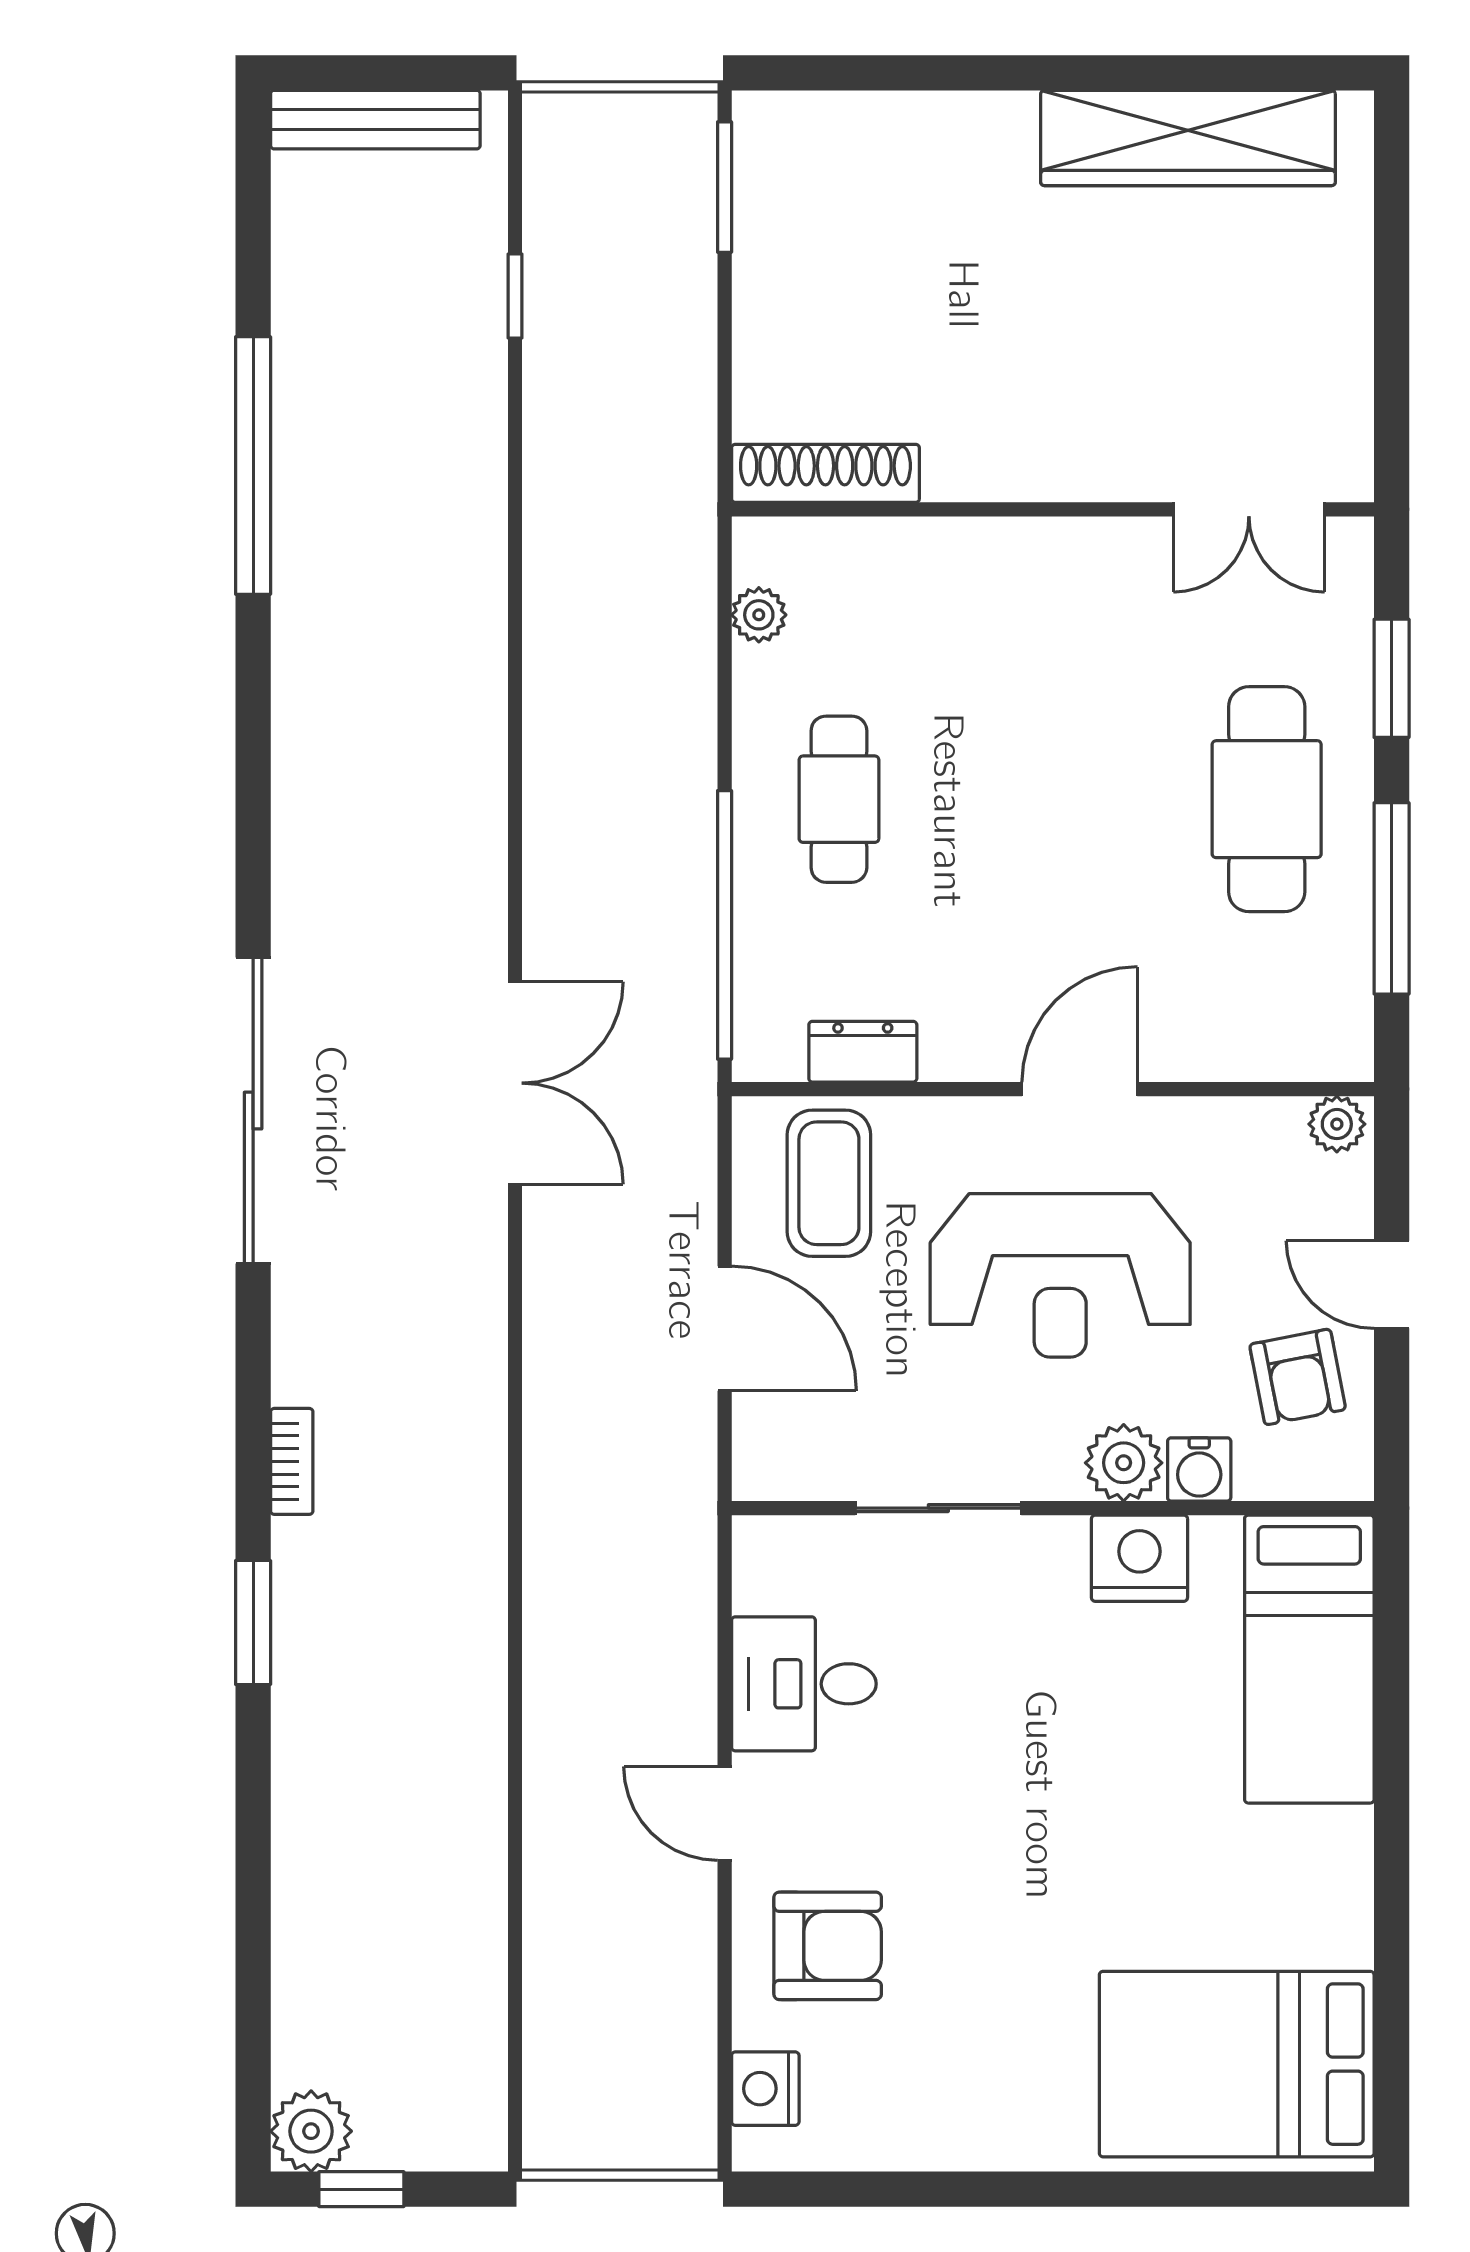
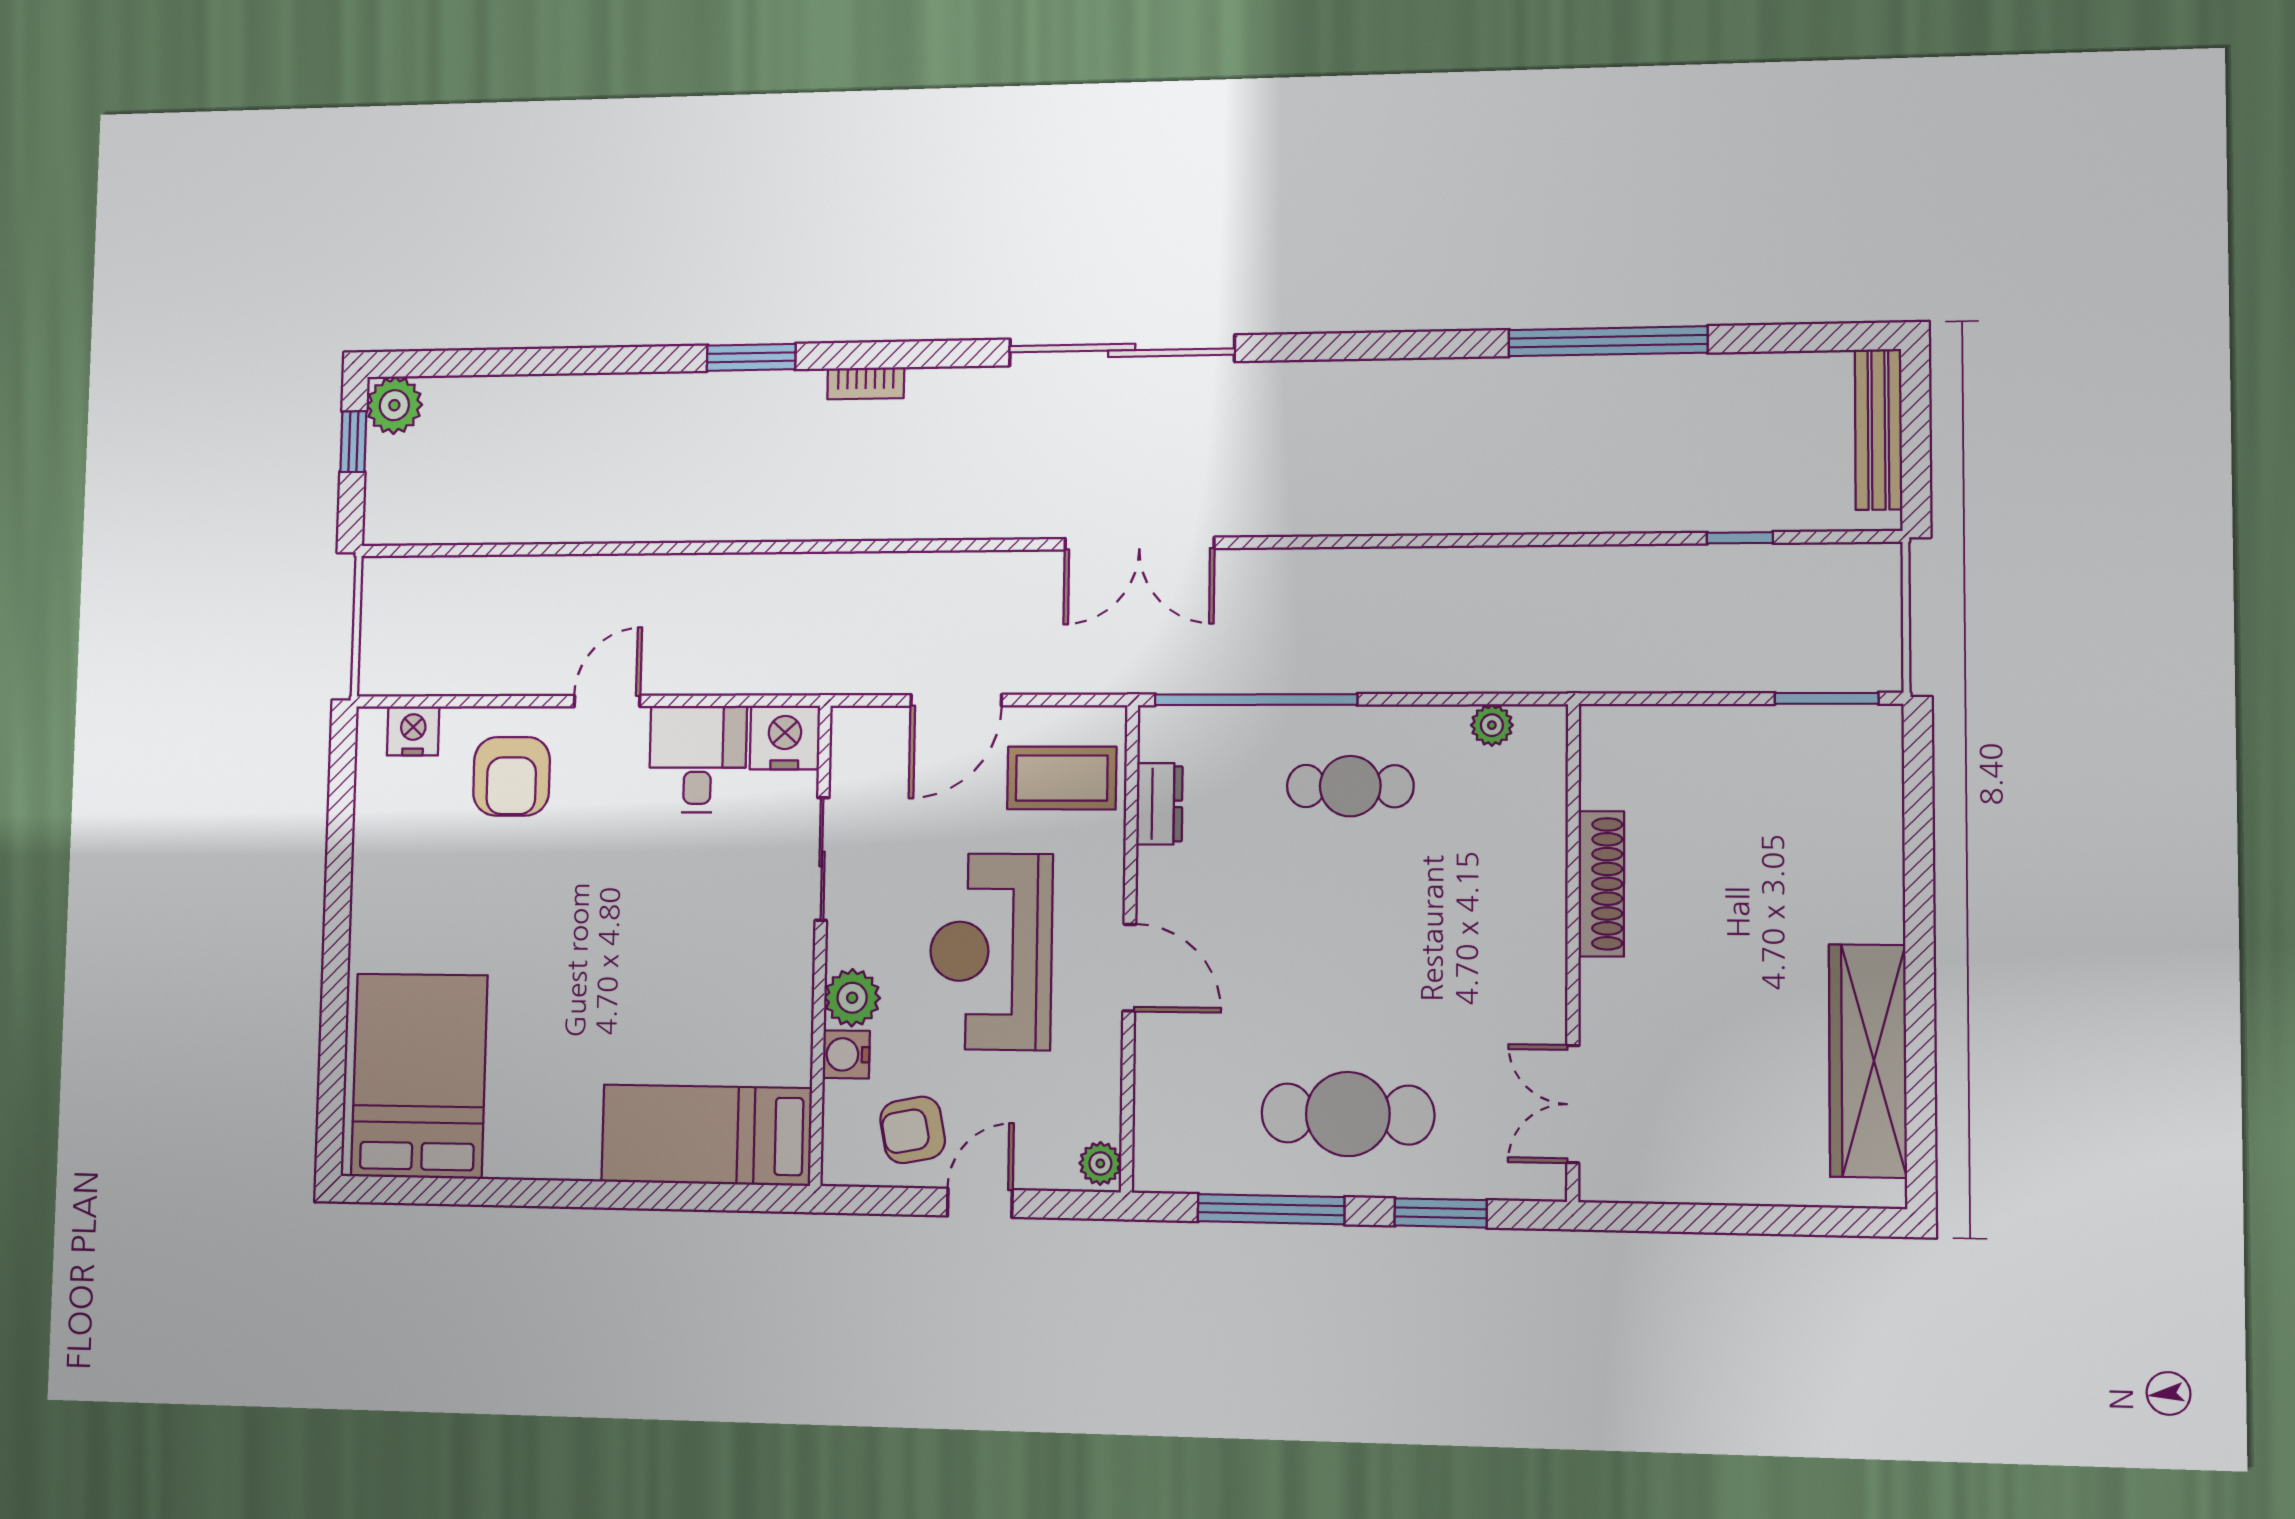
shoe rack: (825, 473) -> (1601, 884), moved
nightstand: (1139, 1558) -> (785, 738), moved, turned -90

